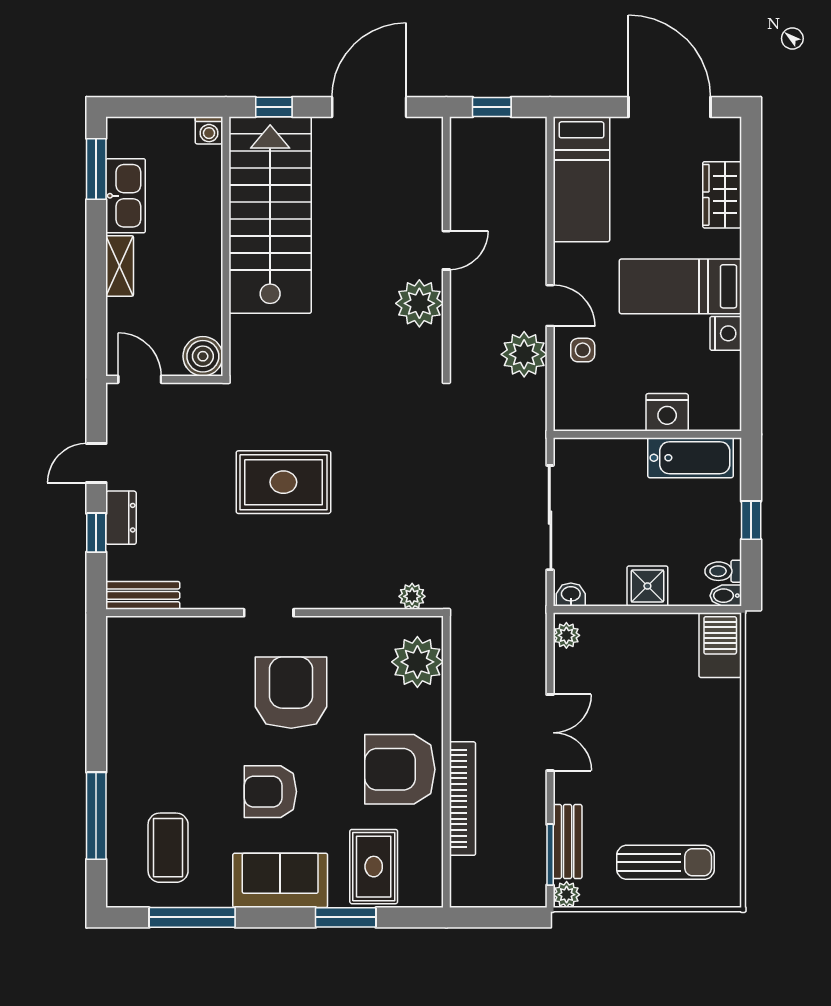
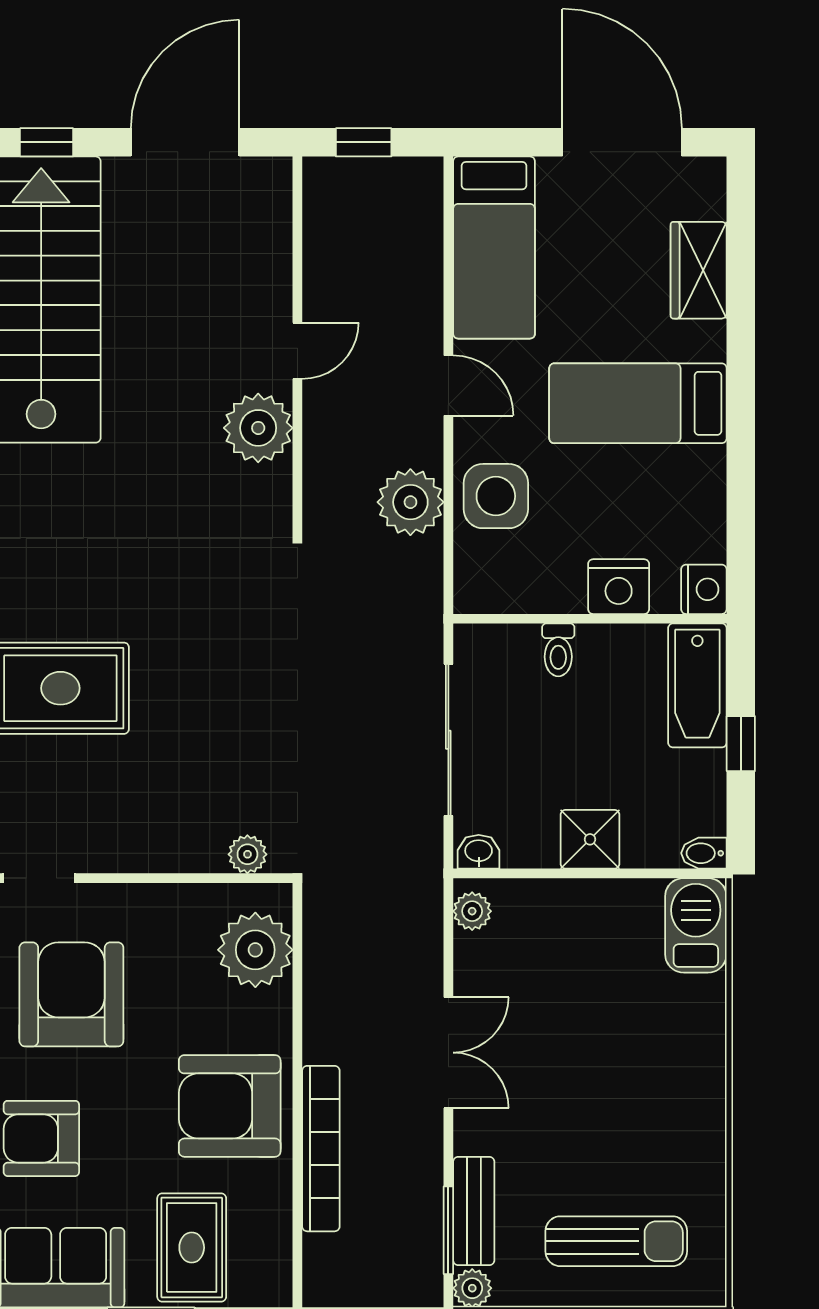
door: (550, 306) -> (448, 386), moved
nightstand: (726, 333) -> (704, 589), moved
side table: (583, 350) -> (496, 496), width x1.87, depth x1.87
bathtub: (690, 458) -> (697, 685), moved, turned 90
toilet: (723, 571) -> (558, 650), moved, turned -90

